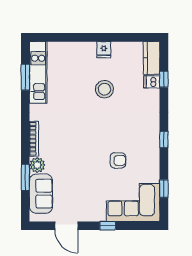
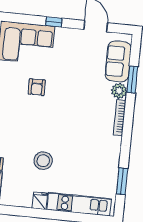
kitchen unit: (38, 72) -> (79, 204), moved, turned 90
armchair: (118, 160) -> (37, 87), turned -90

